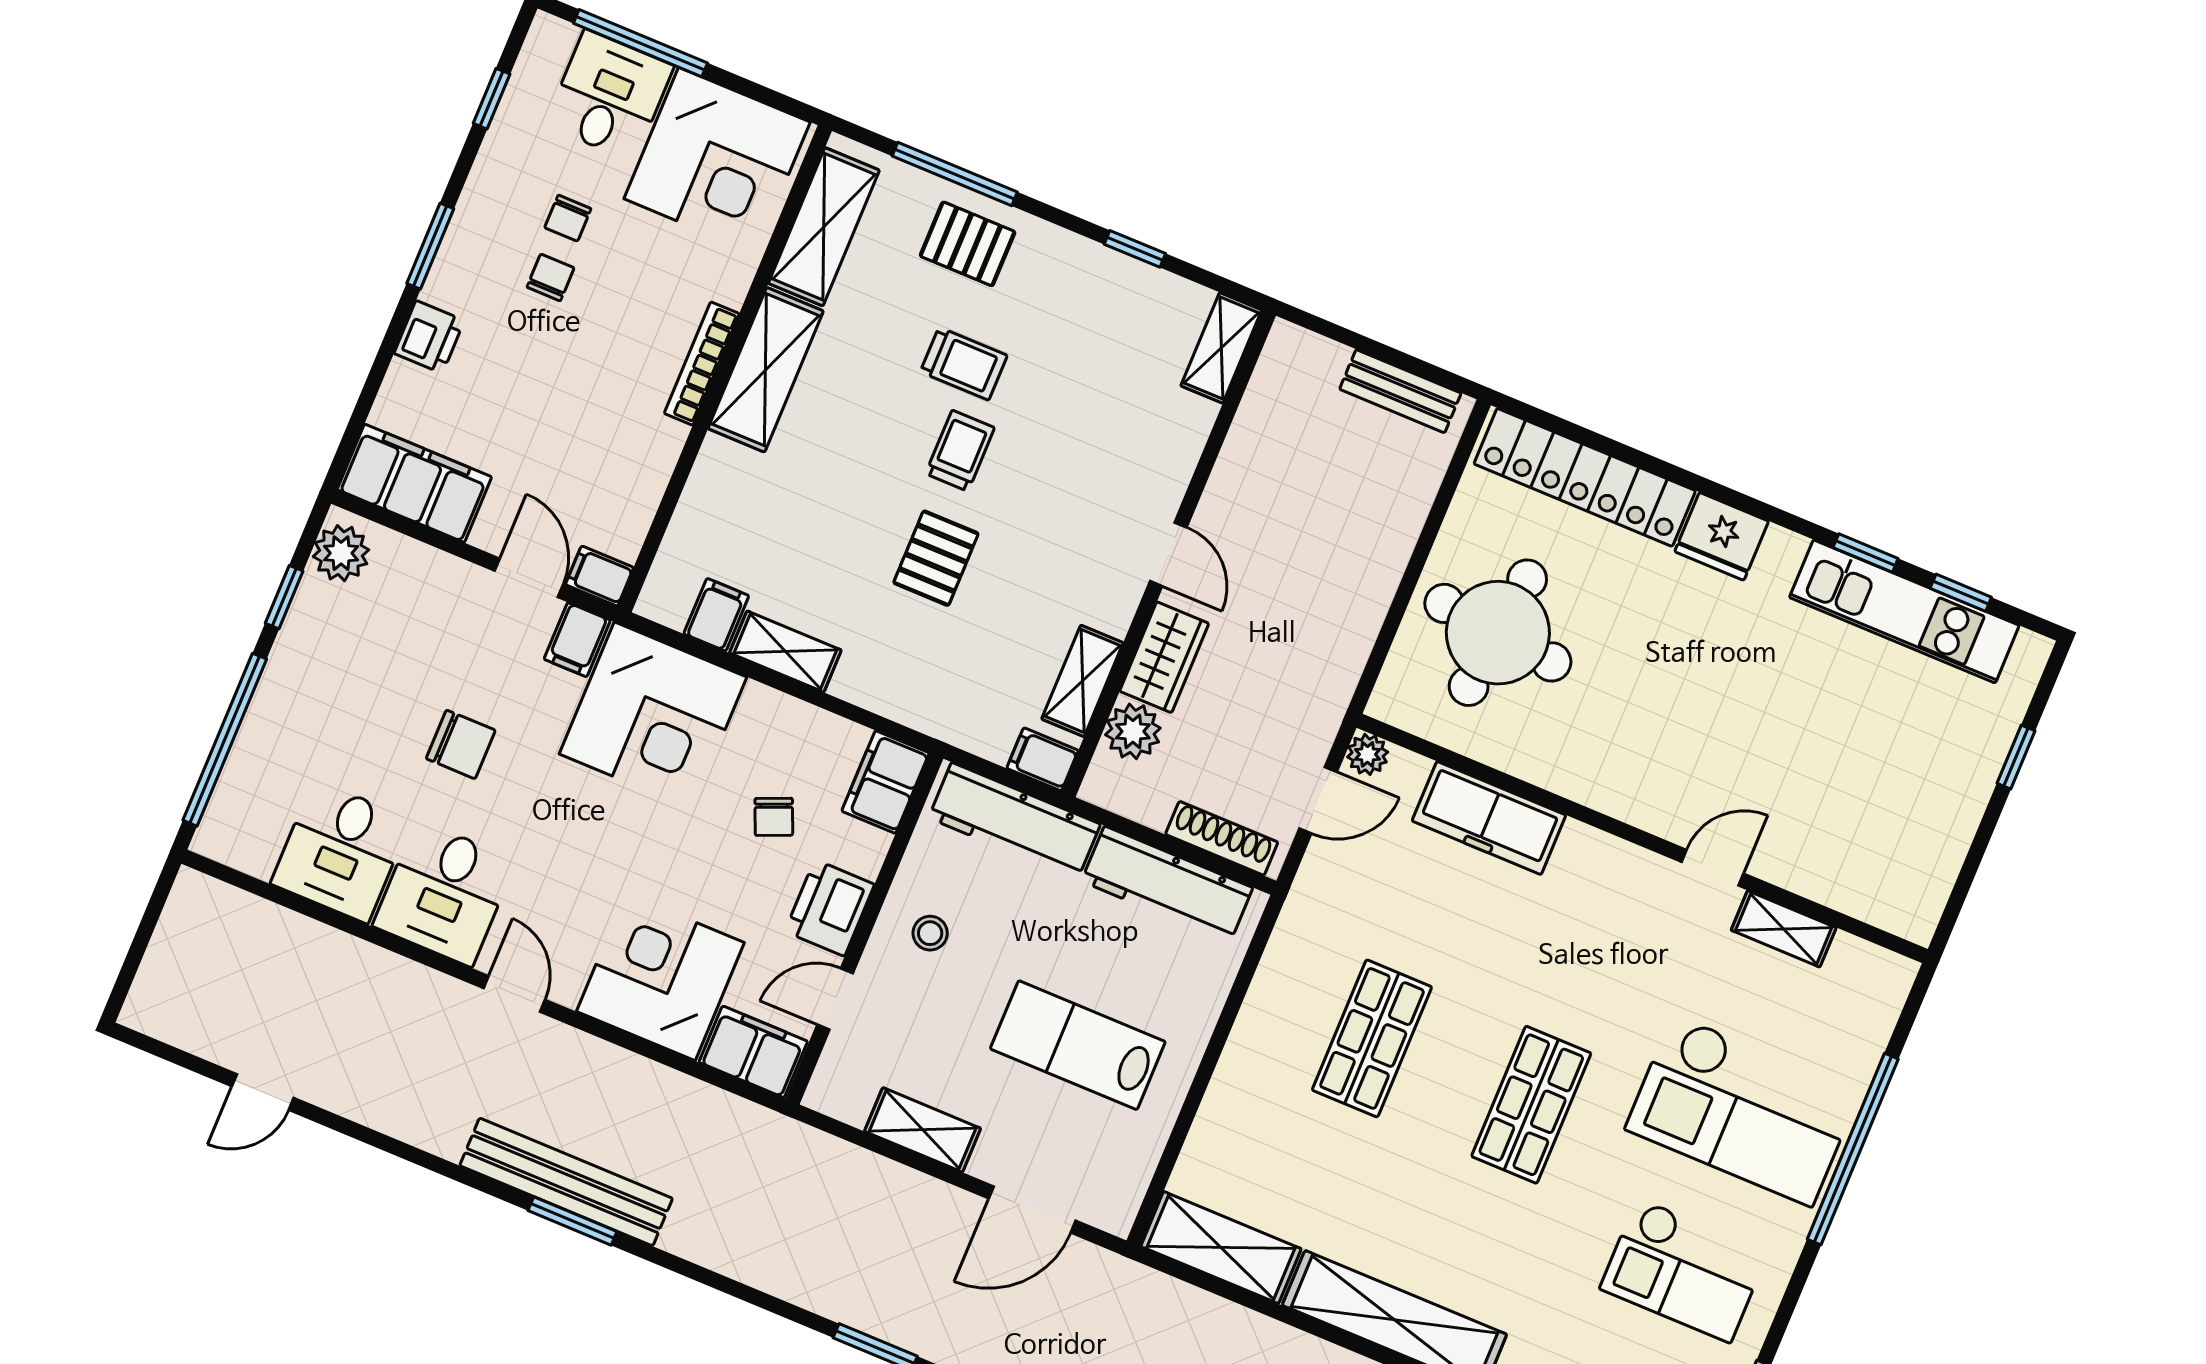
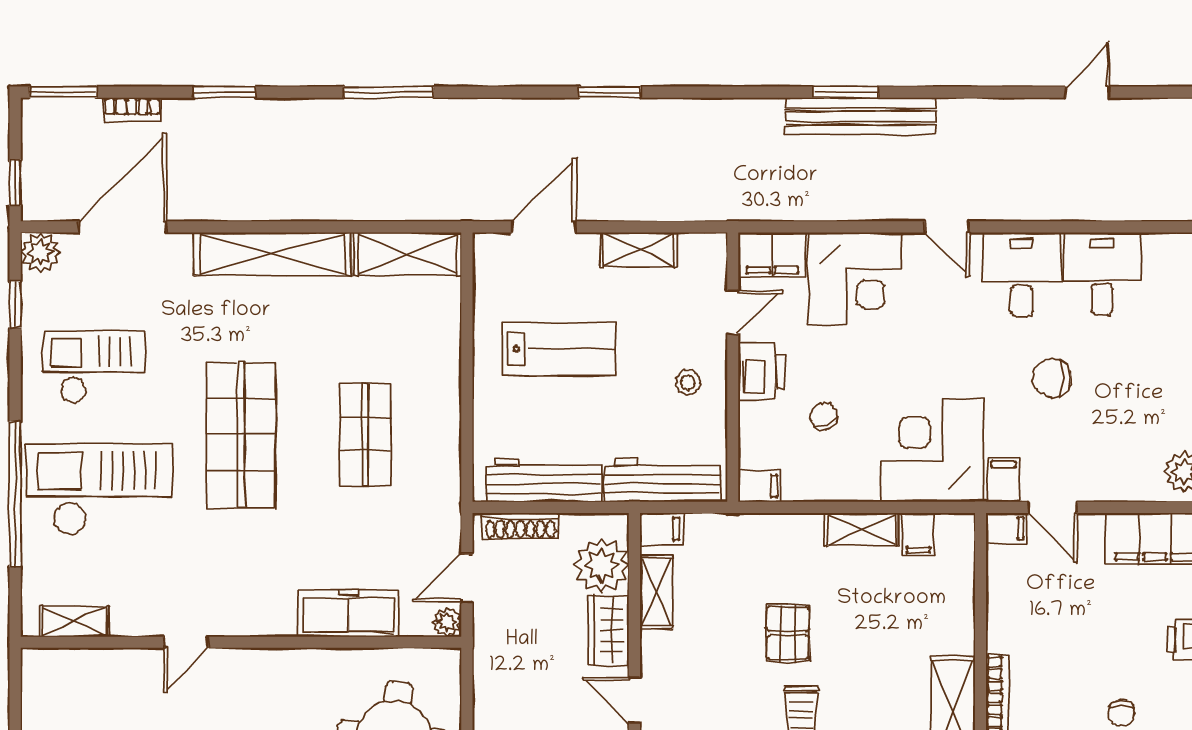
plant: (1133, 731) -> (602, 565), width x1.36, depth x1.36
filing cabinet: (885, 782) -> (759, 486), width x0.50
shelving: (1784, 929) -> (74, 621), moved
shop shelf: (1531, 1105) -> (241, 435), width x1.43, depth x1.36

